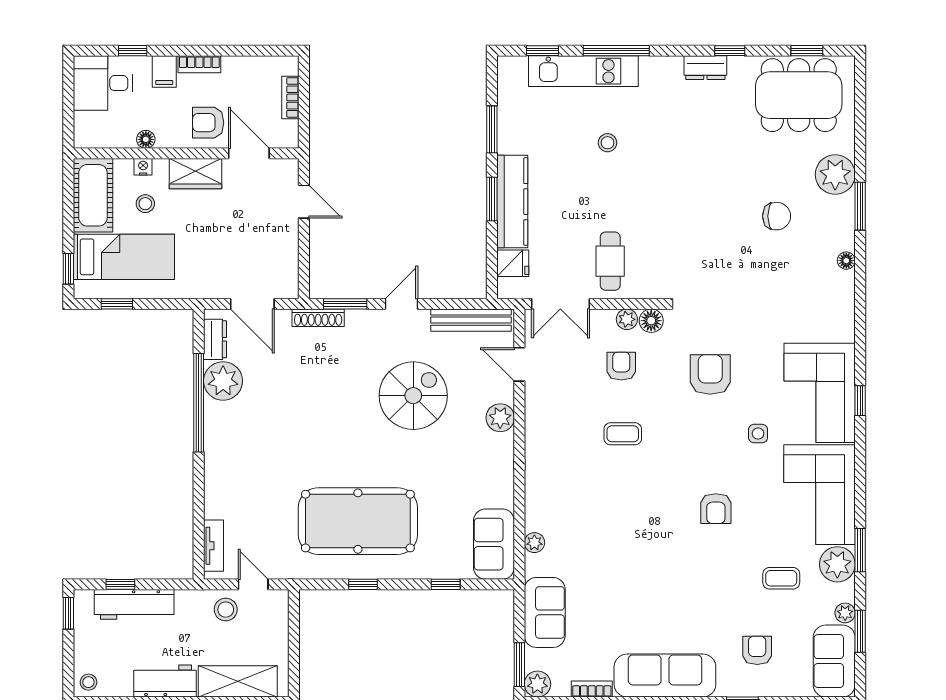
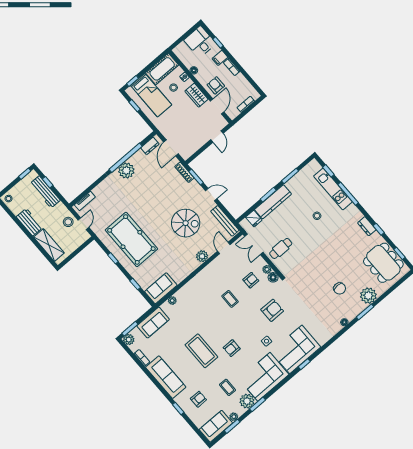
plant: (223, 381) -> (126, 170), moved
coffee table: (673, 568) -> (201, 351), added

